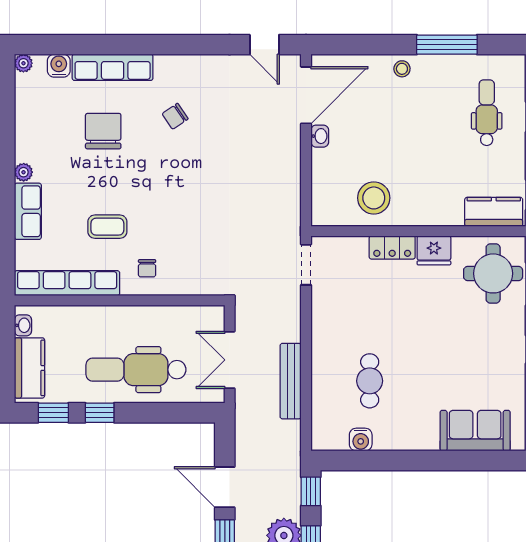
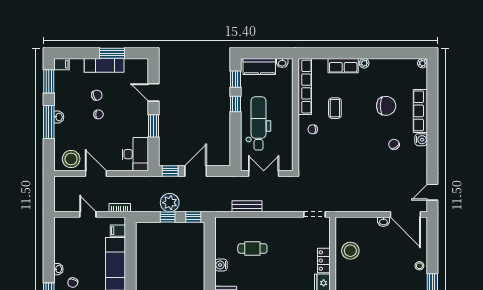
water cooler: (59, 66) -> (421, 140), moved
bench: (291, 381) -> (247, 206), width x0.73
water cooler: (361, 440) -> (221, 265), moved

